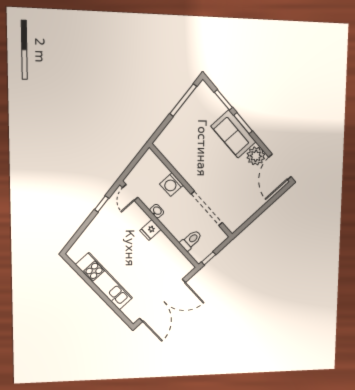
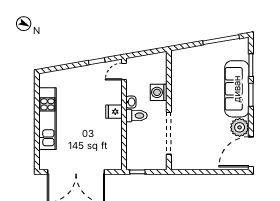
sofa: (234, 134) -> (237, 89), width x1.36
toilet: (191, 240) -> (137, 116), moved

